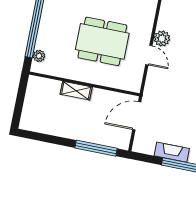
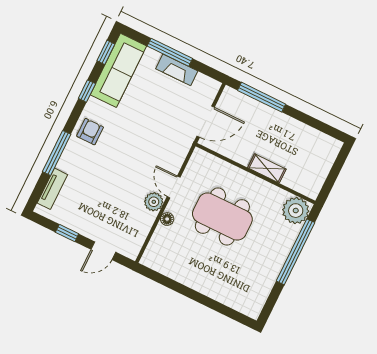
floor lamp: (147, 27) -> (167, 219), added
plant: (39, 56) -> (296, 211), width x1.87, depth x1.87

